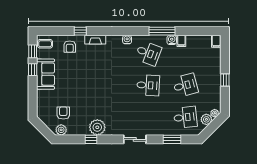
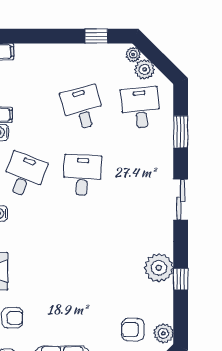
window: (225, 80) -> (96, 36), moved

